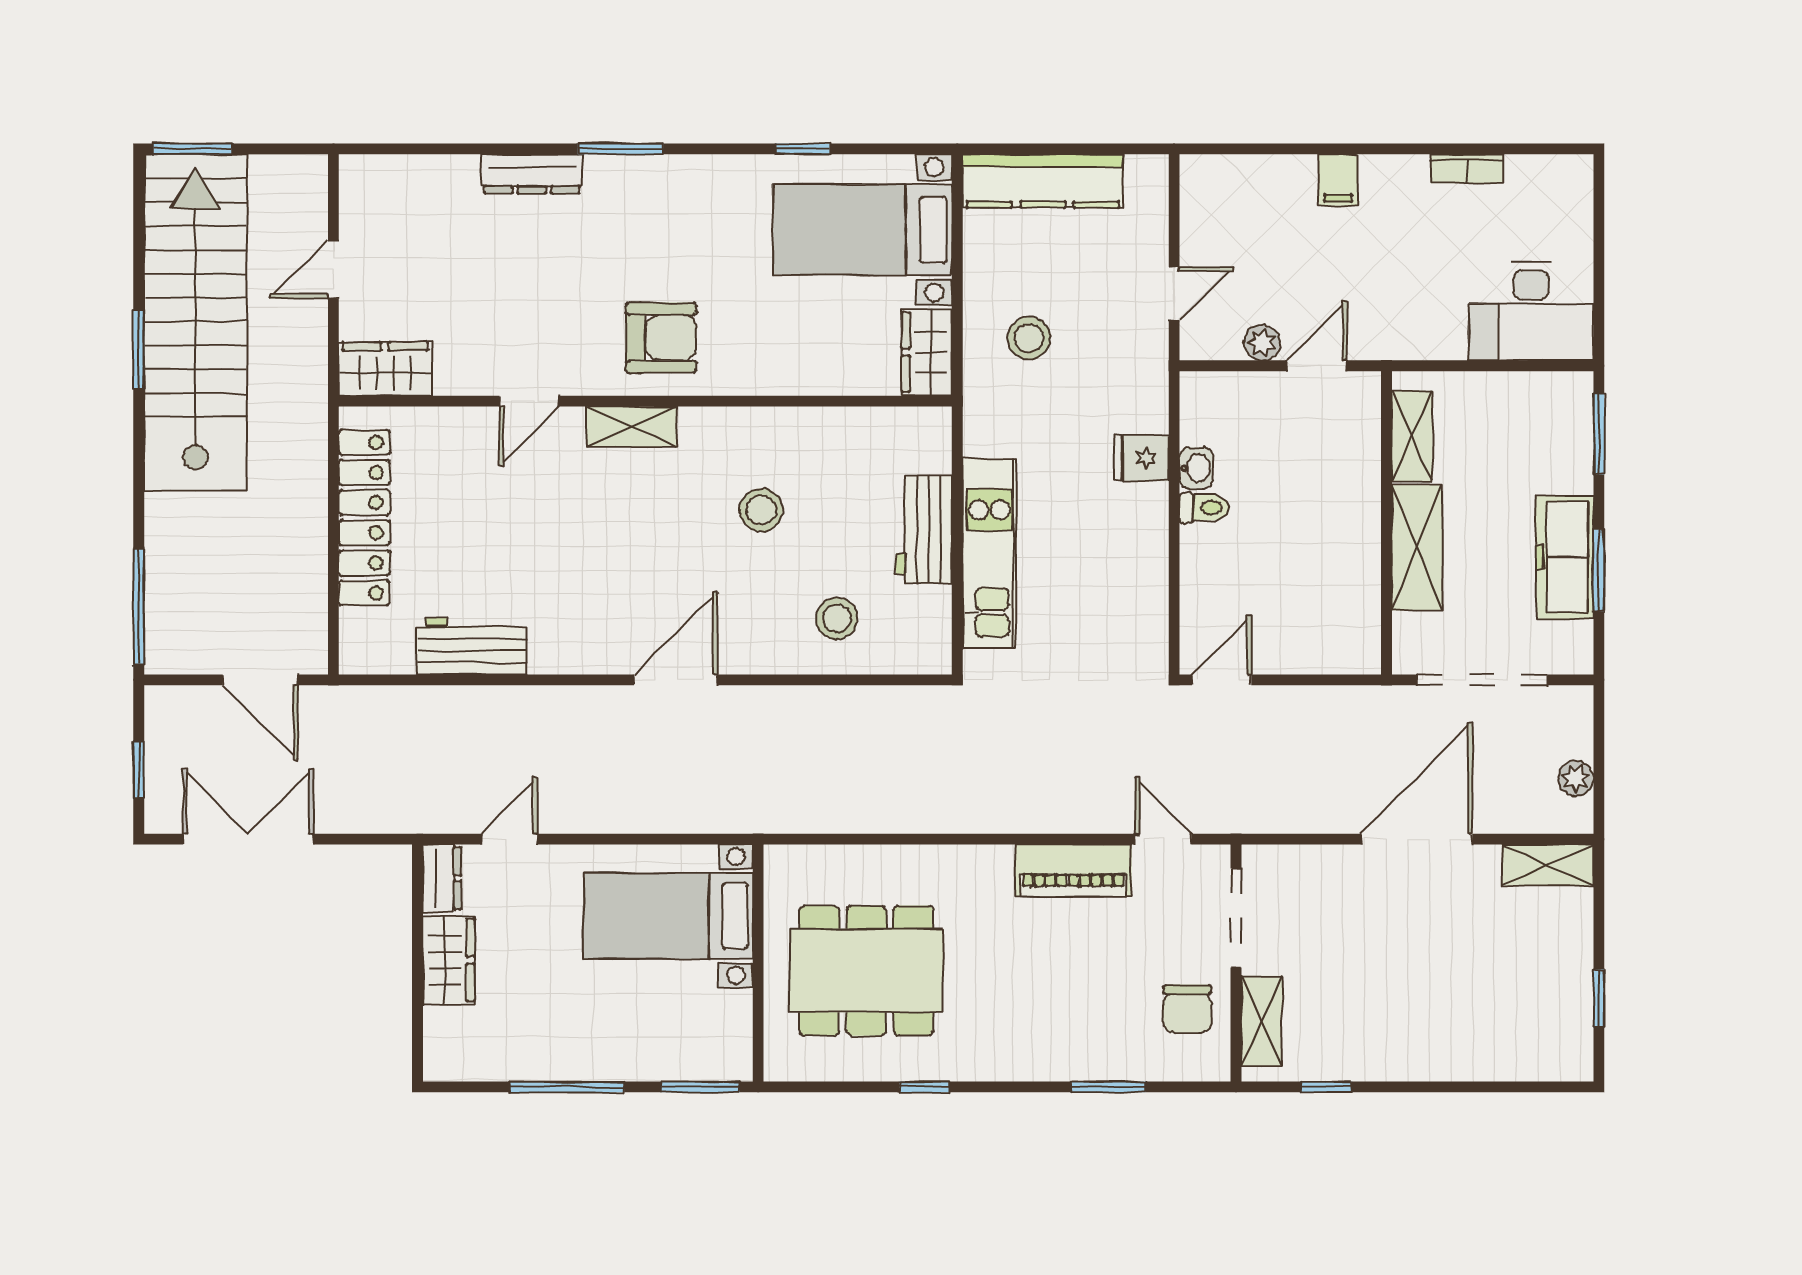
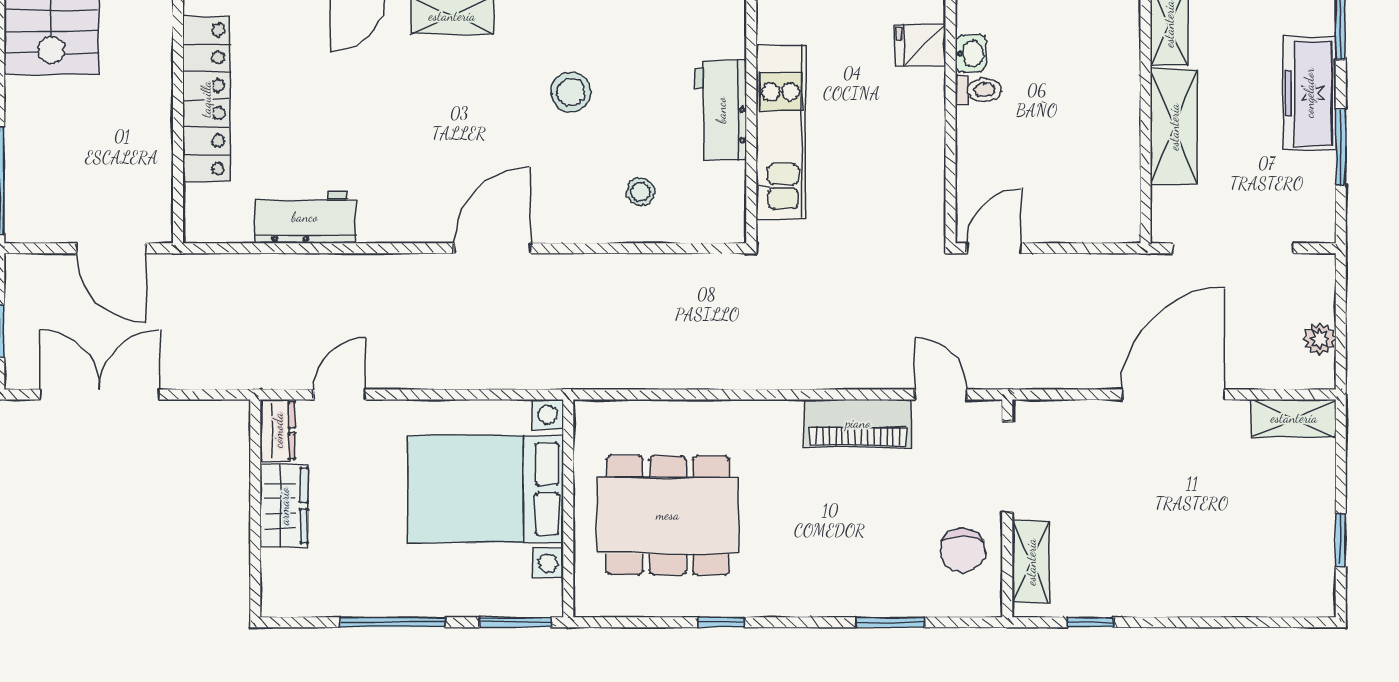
freezer: (1565, 557) -> (1309, 93), moved
stool: (837, 618) -> (641, 192), width x0.73, depth x0.73
bed with nightstands: (668, 916) -> (486, 489), width x1.36

